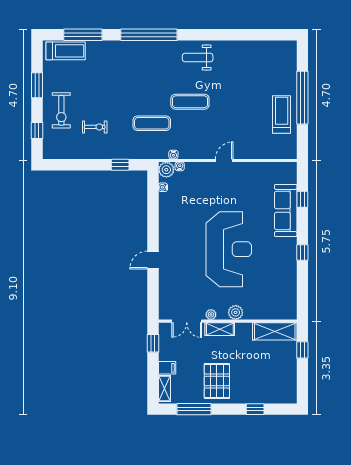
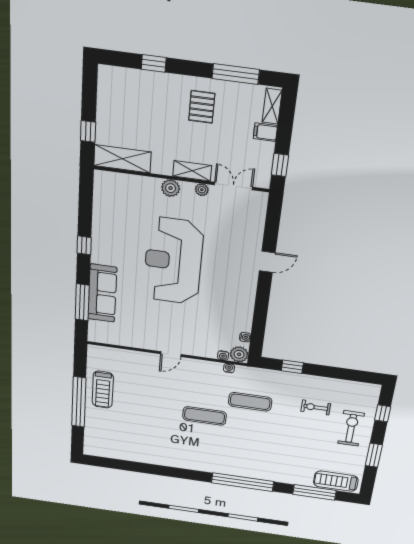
weight bench: (198, 58) -> (192, 455), removed
window: (302, 199) -> (82, 302), width x2.17
pallet: (217, 381) -> (202, 107), width x0.67, depth x0.71

